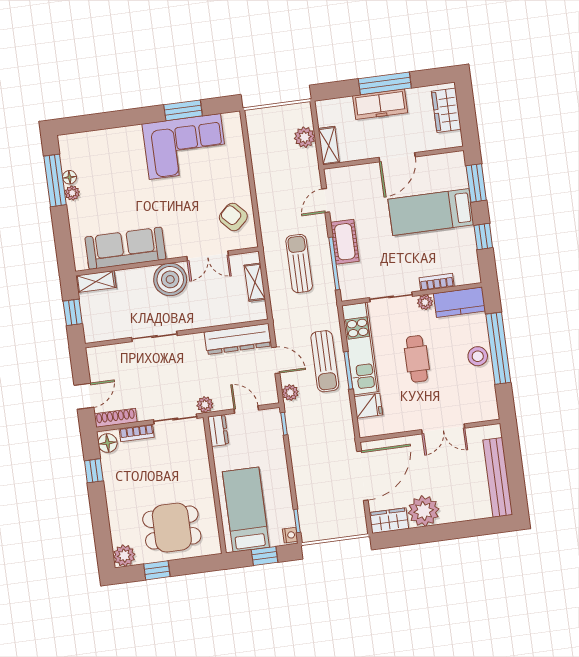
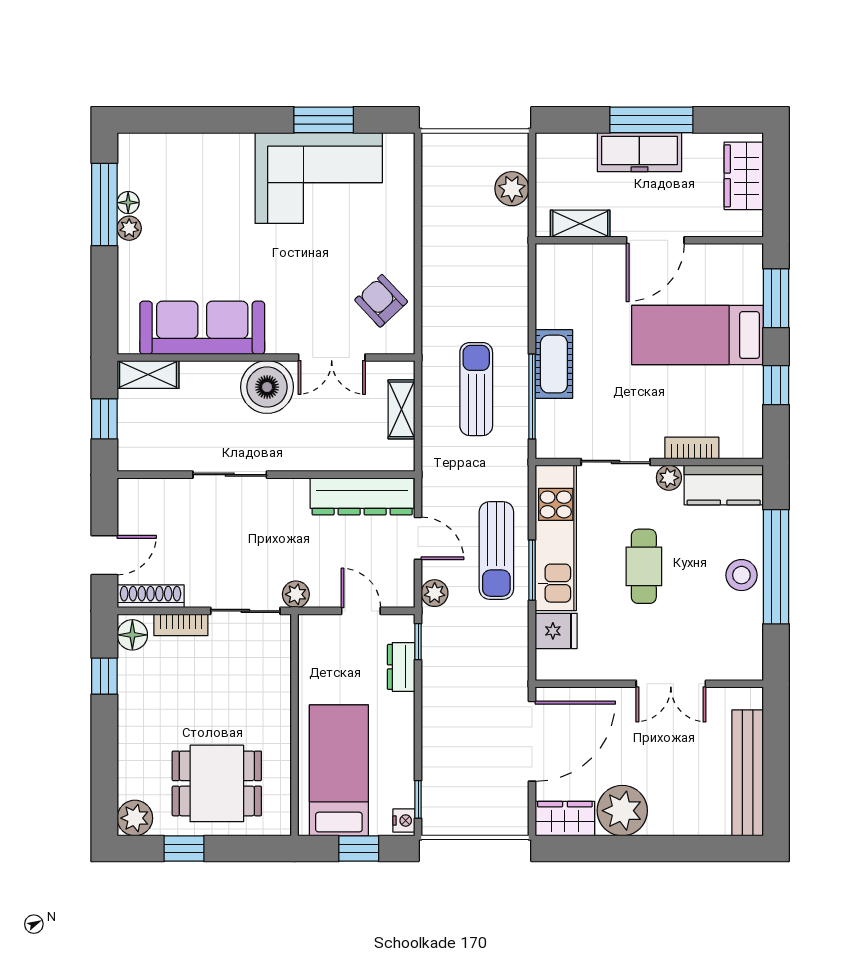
shelving: (329, 146) -> (580, 224), moved, turned 90
door: (326, 201) -> (532, 294), removed
dresser: (218, 431) -> (401, 667), moved, turned 180

